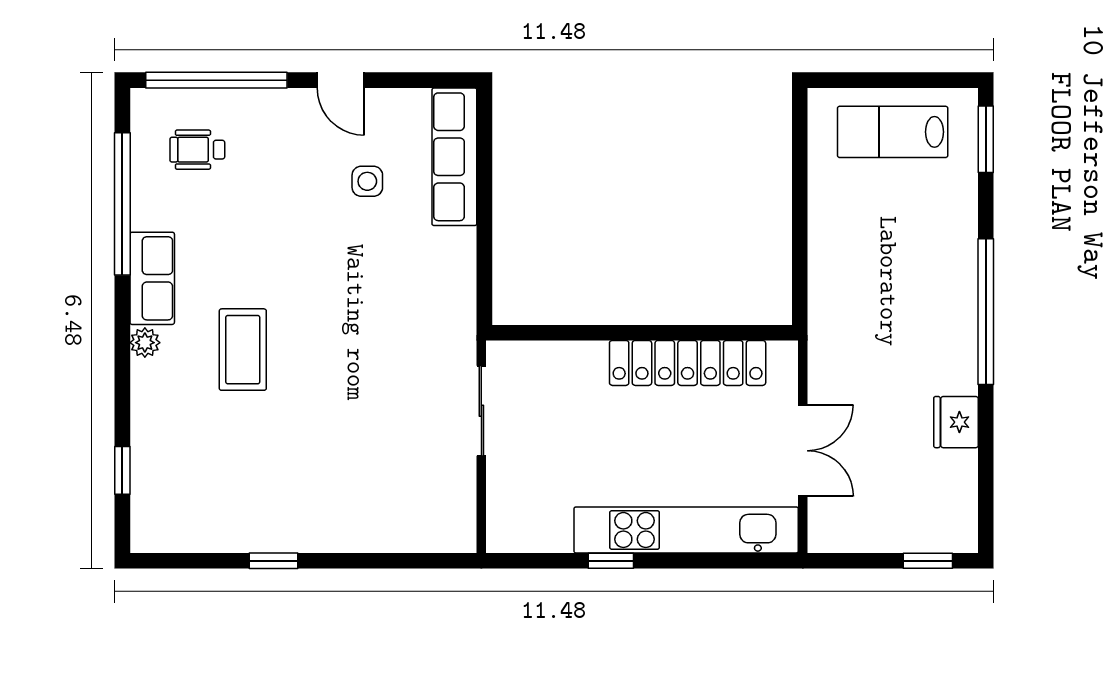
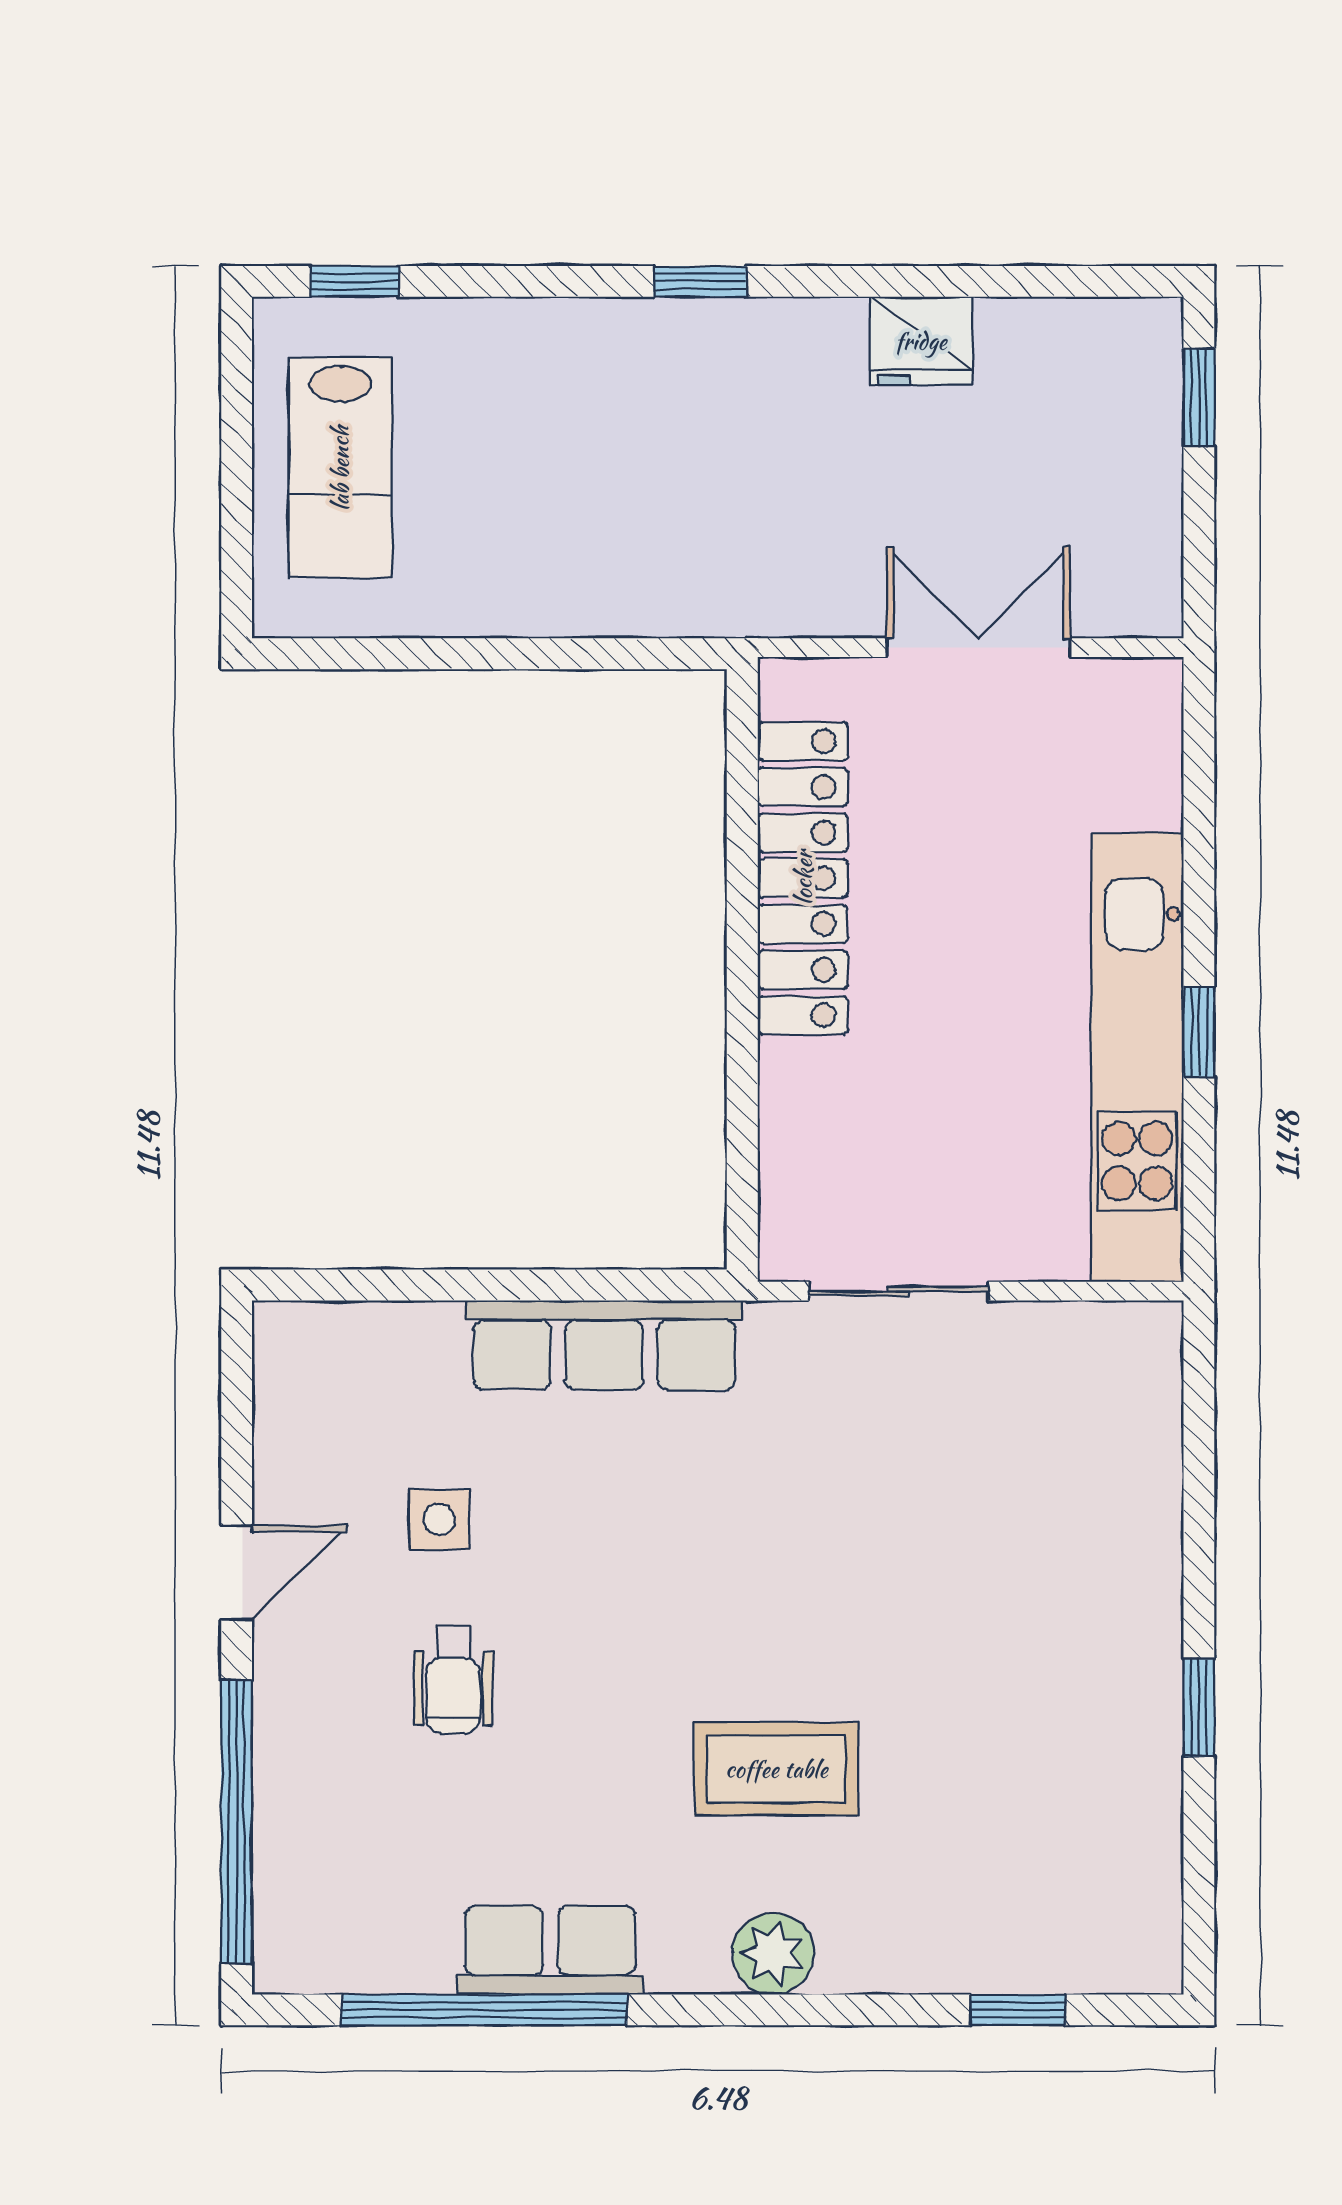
window: (986, 139) -> (355, 281), width x0.67
wheelchair: (197, 150) -> (453, 1680), moved
row of seats: (454, 157) -> (604, 1345), moved
row of seats: (152, 278) -> (550, 1950), moved
window: (986, 312) -> (700, 281), width x0.32
plant: (145, 343) -> (773, 1954), width x1.38, depth x1.38
kitchen unit: (686, 530) -> (1137, 1058), moved

